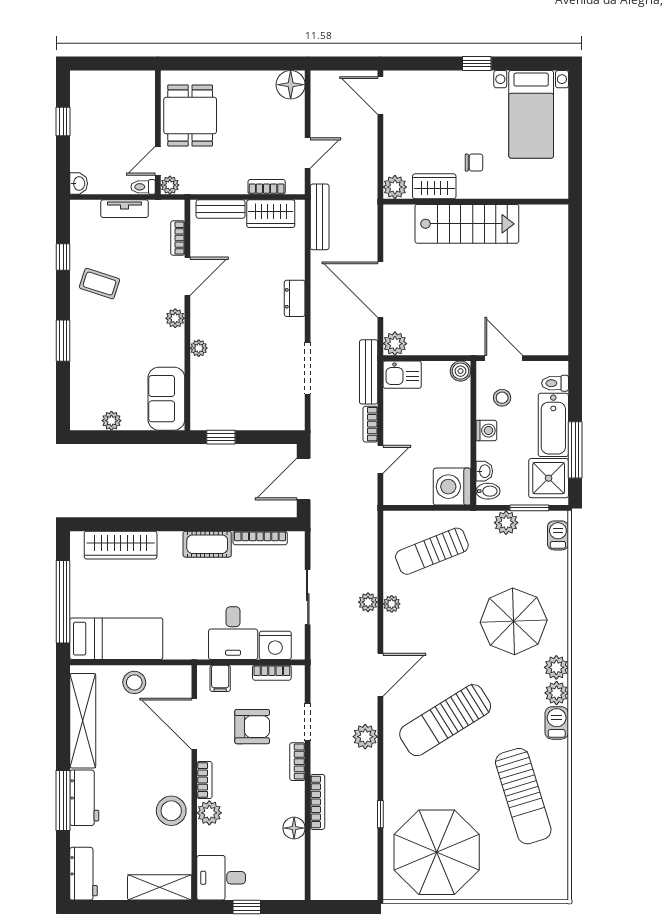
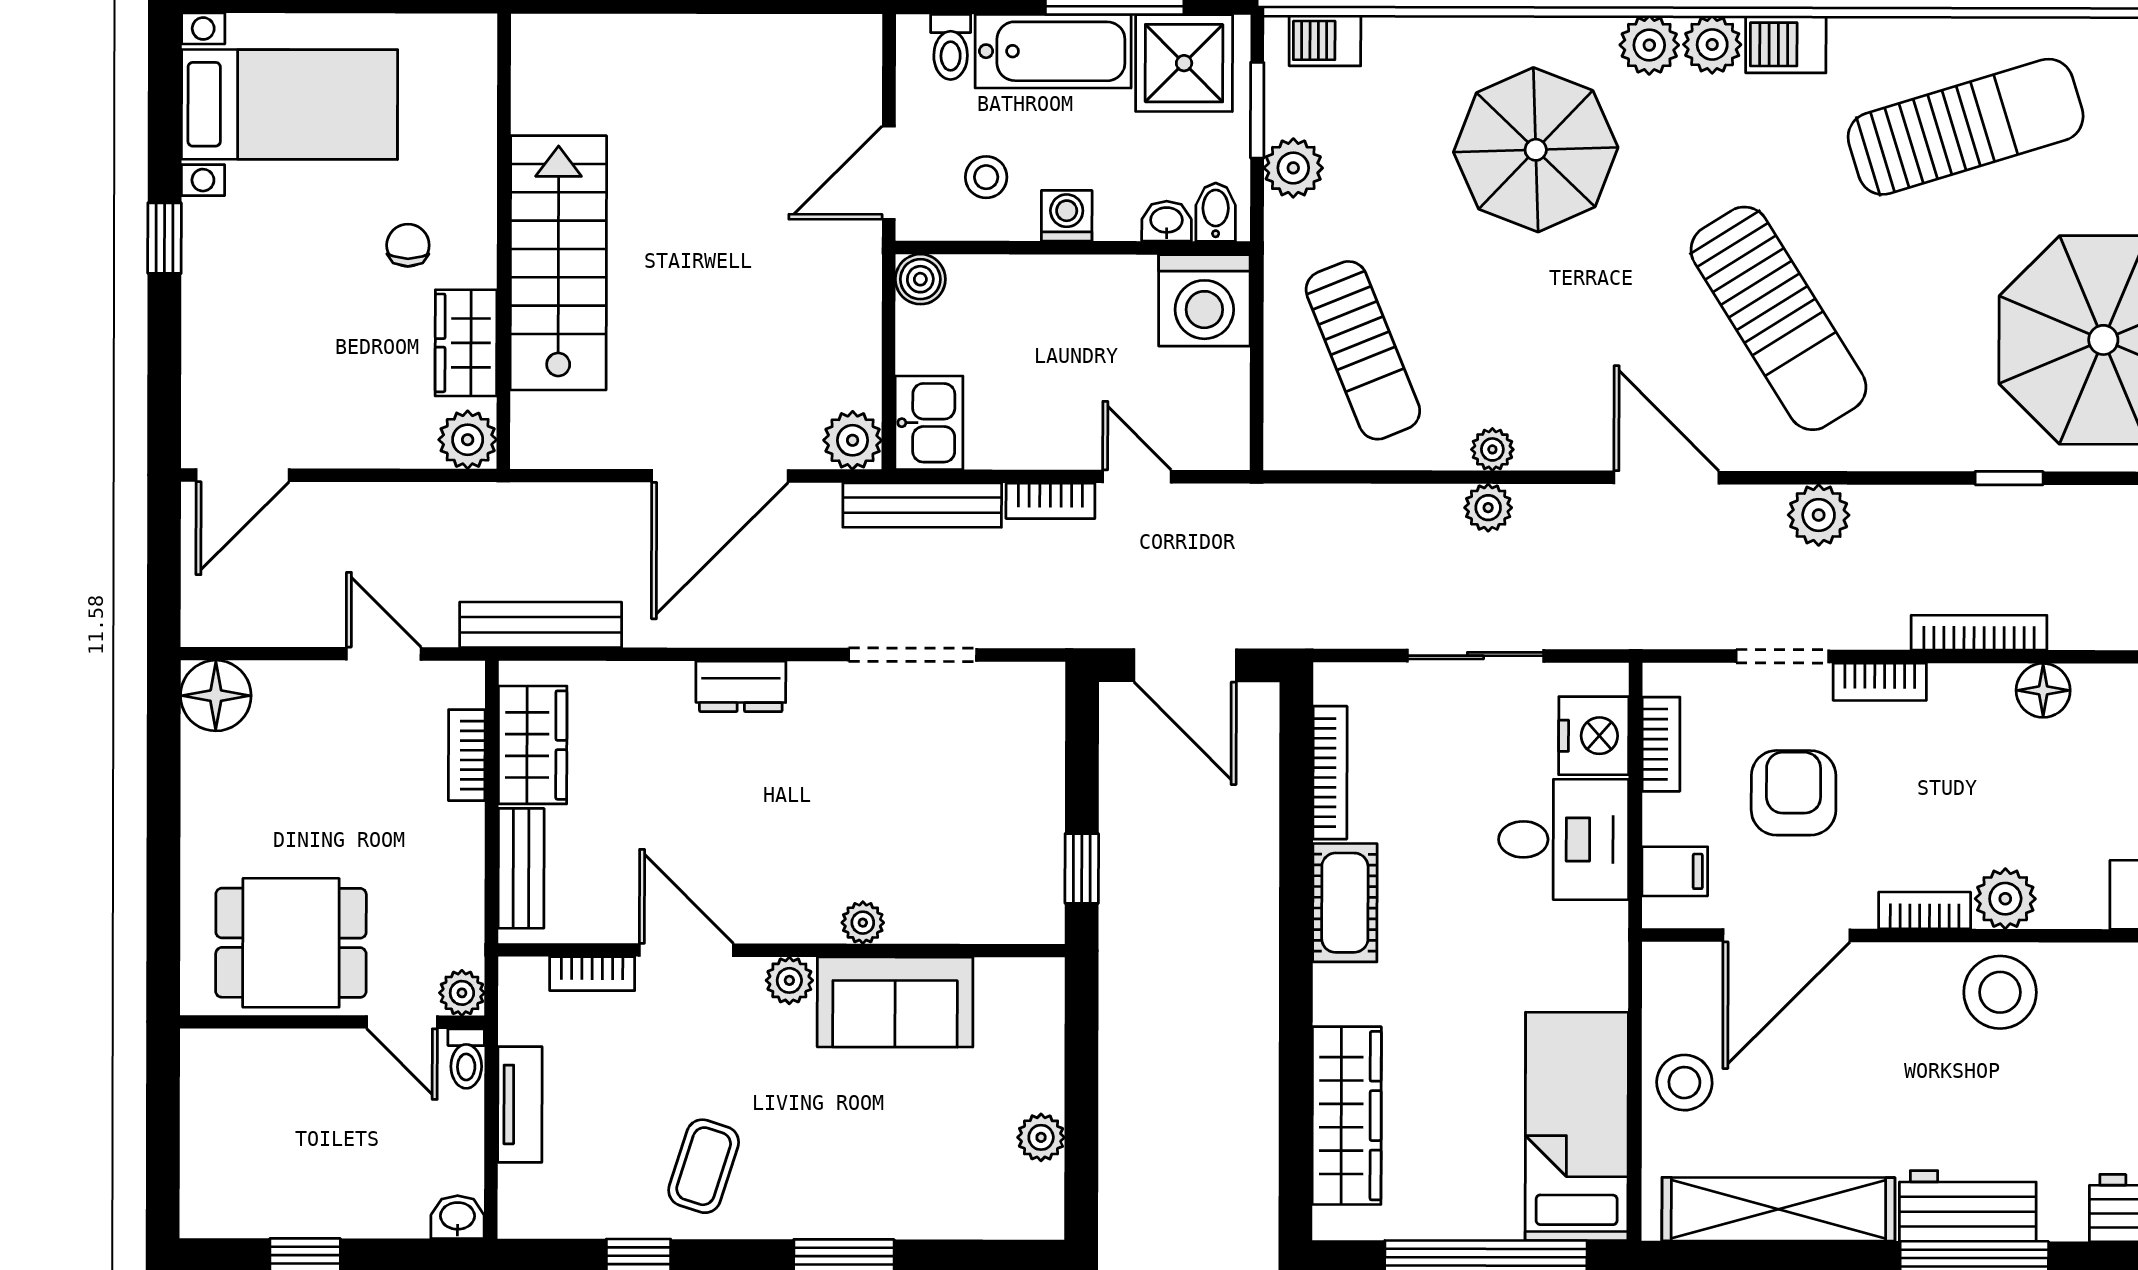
sofa: (166, 399) -> (895, 1002), moved

